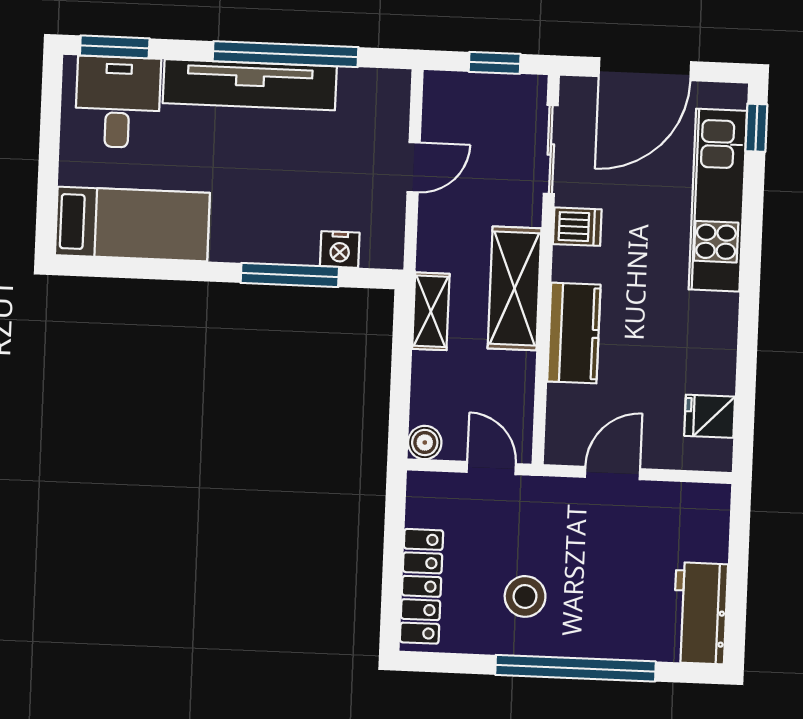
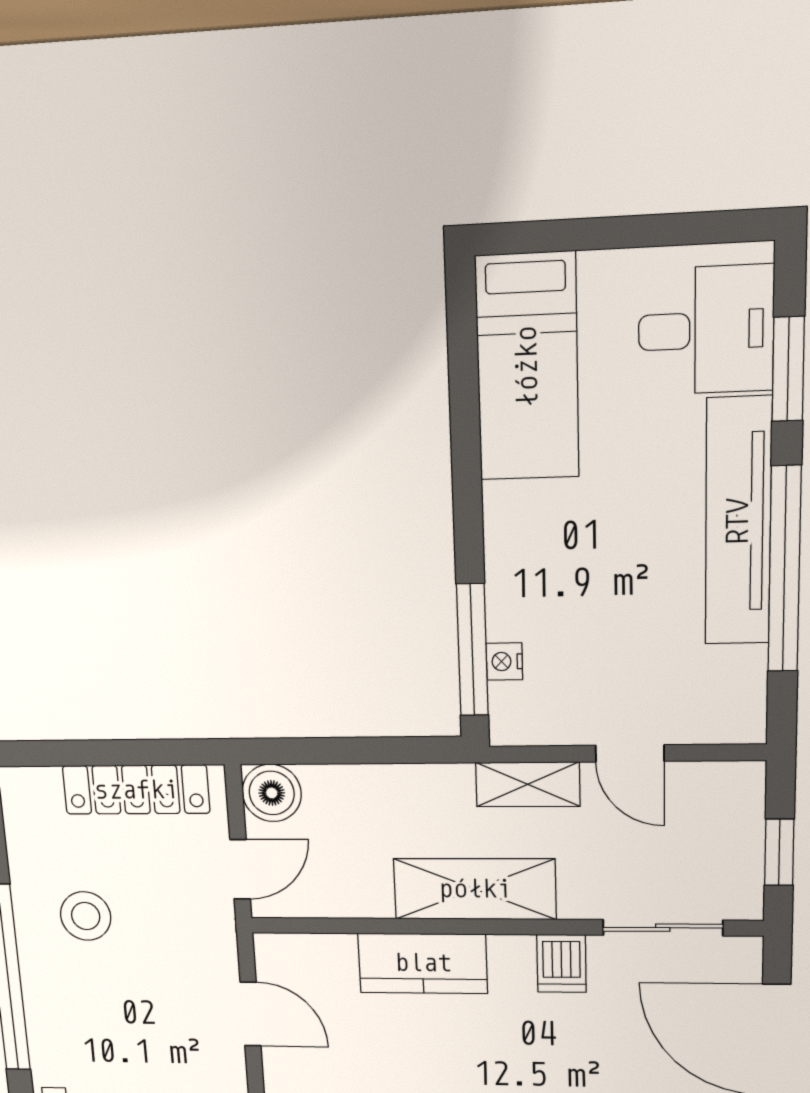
window: (115, 47) -> (788, 369), moved
nightstand: (340, 249) -> (504, 661), width x0.72, depth x0.74
window: (290, 275) -> (472, 650), moved
shelving: (431, 311) -> (528, 784), moved
boiler: (425, 443) -> (272, 793), width x1.36, depth x1.36
locker: (421, 586) -> (136, 790), moved

